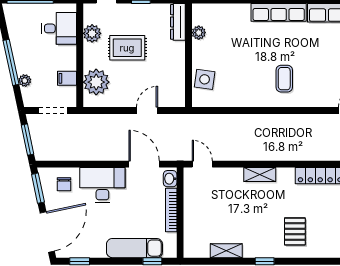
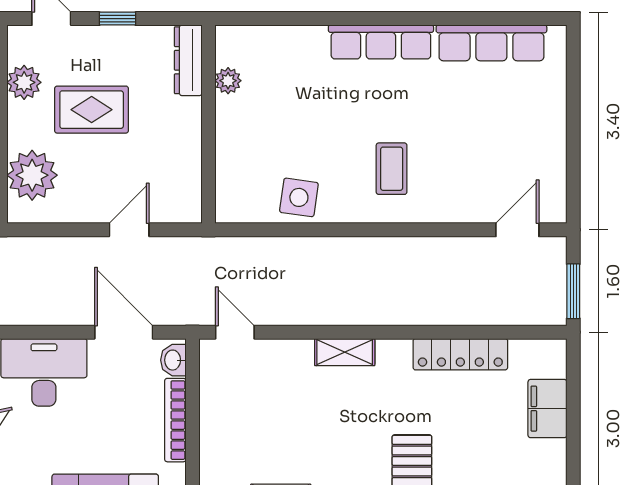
side table: (205, 79) -> (299, 197), moved

